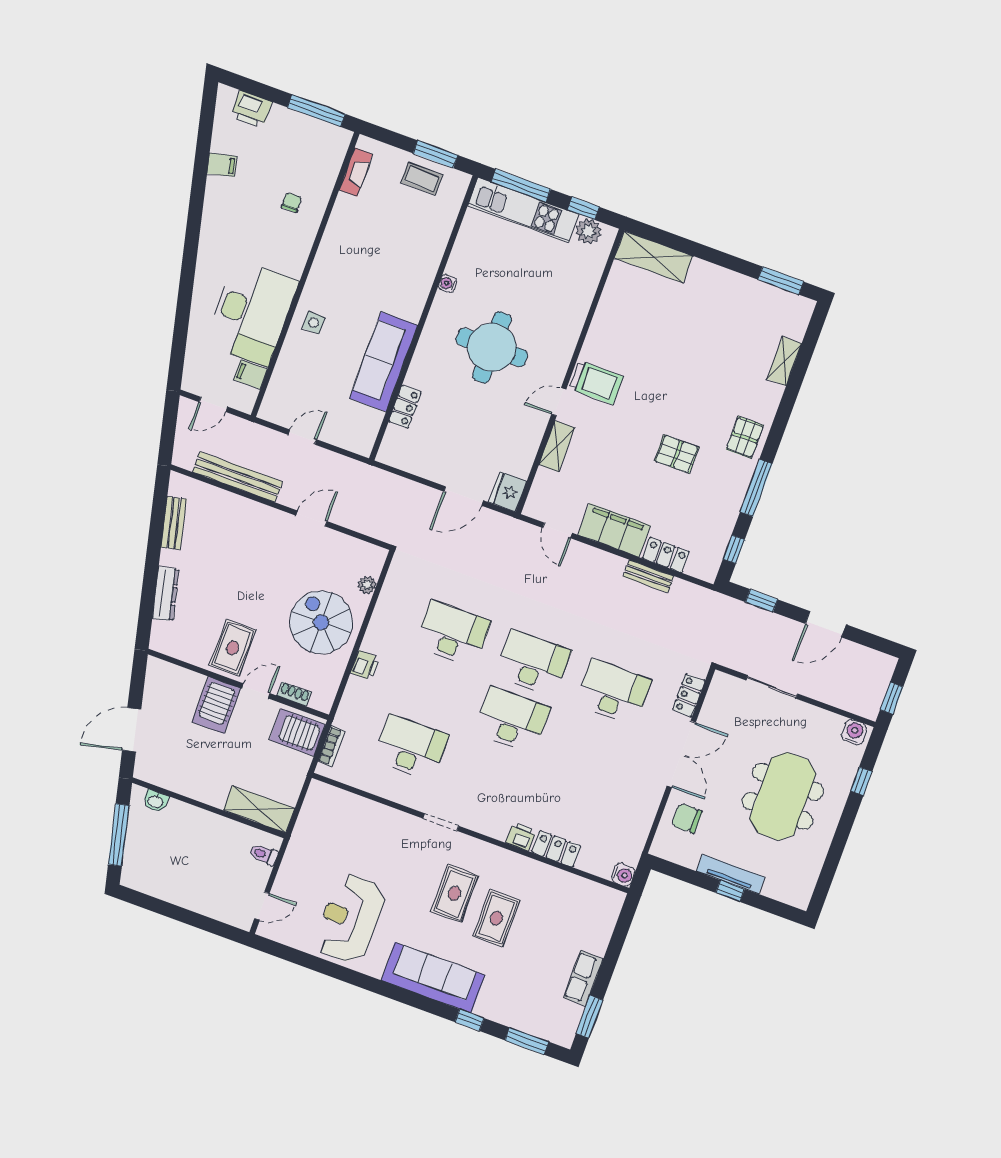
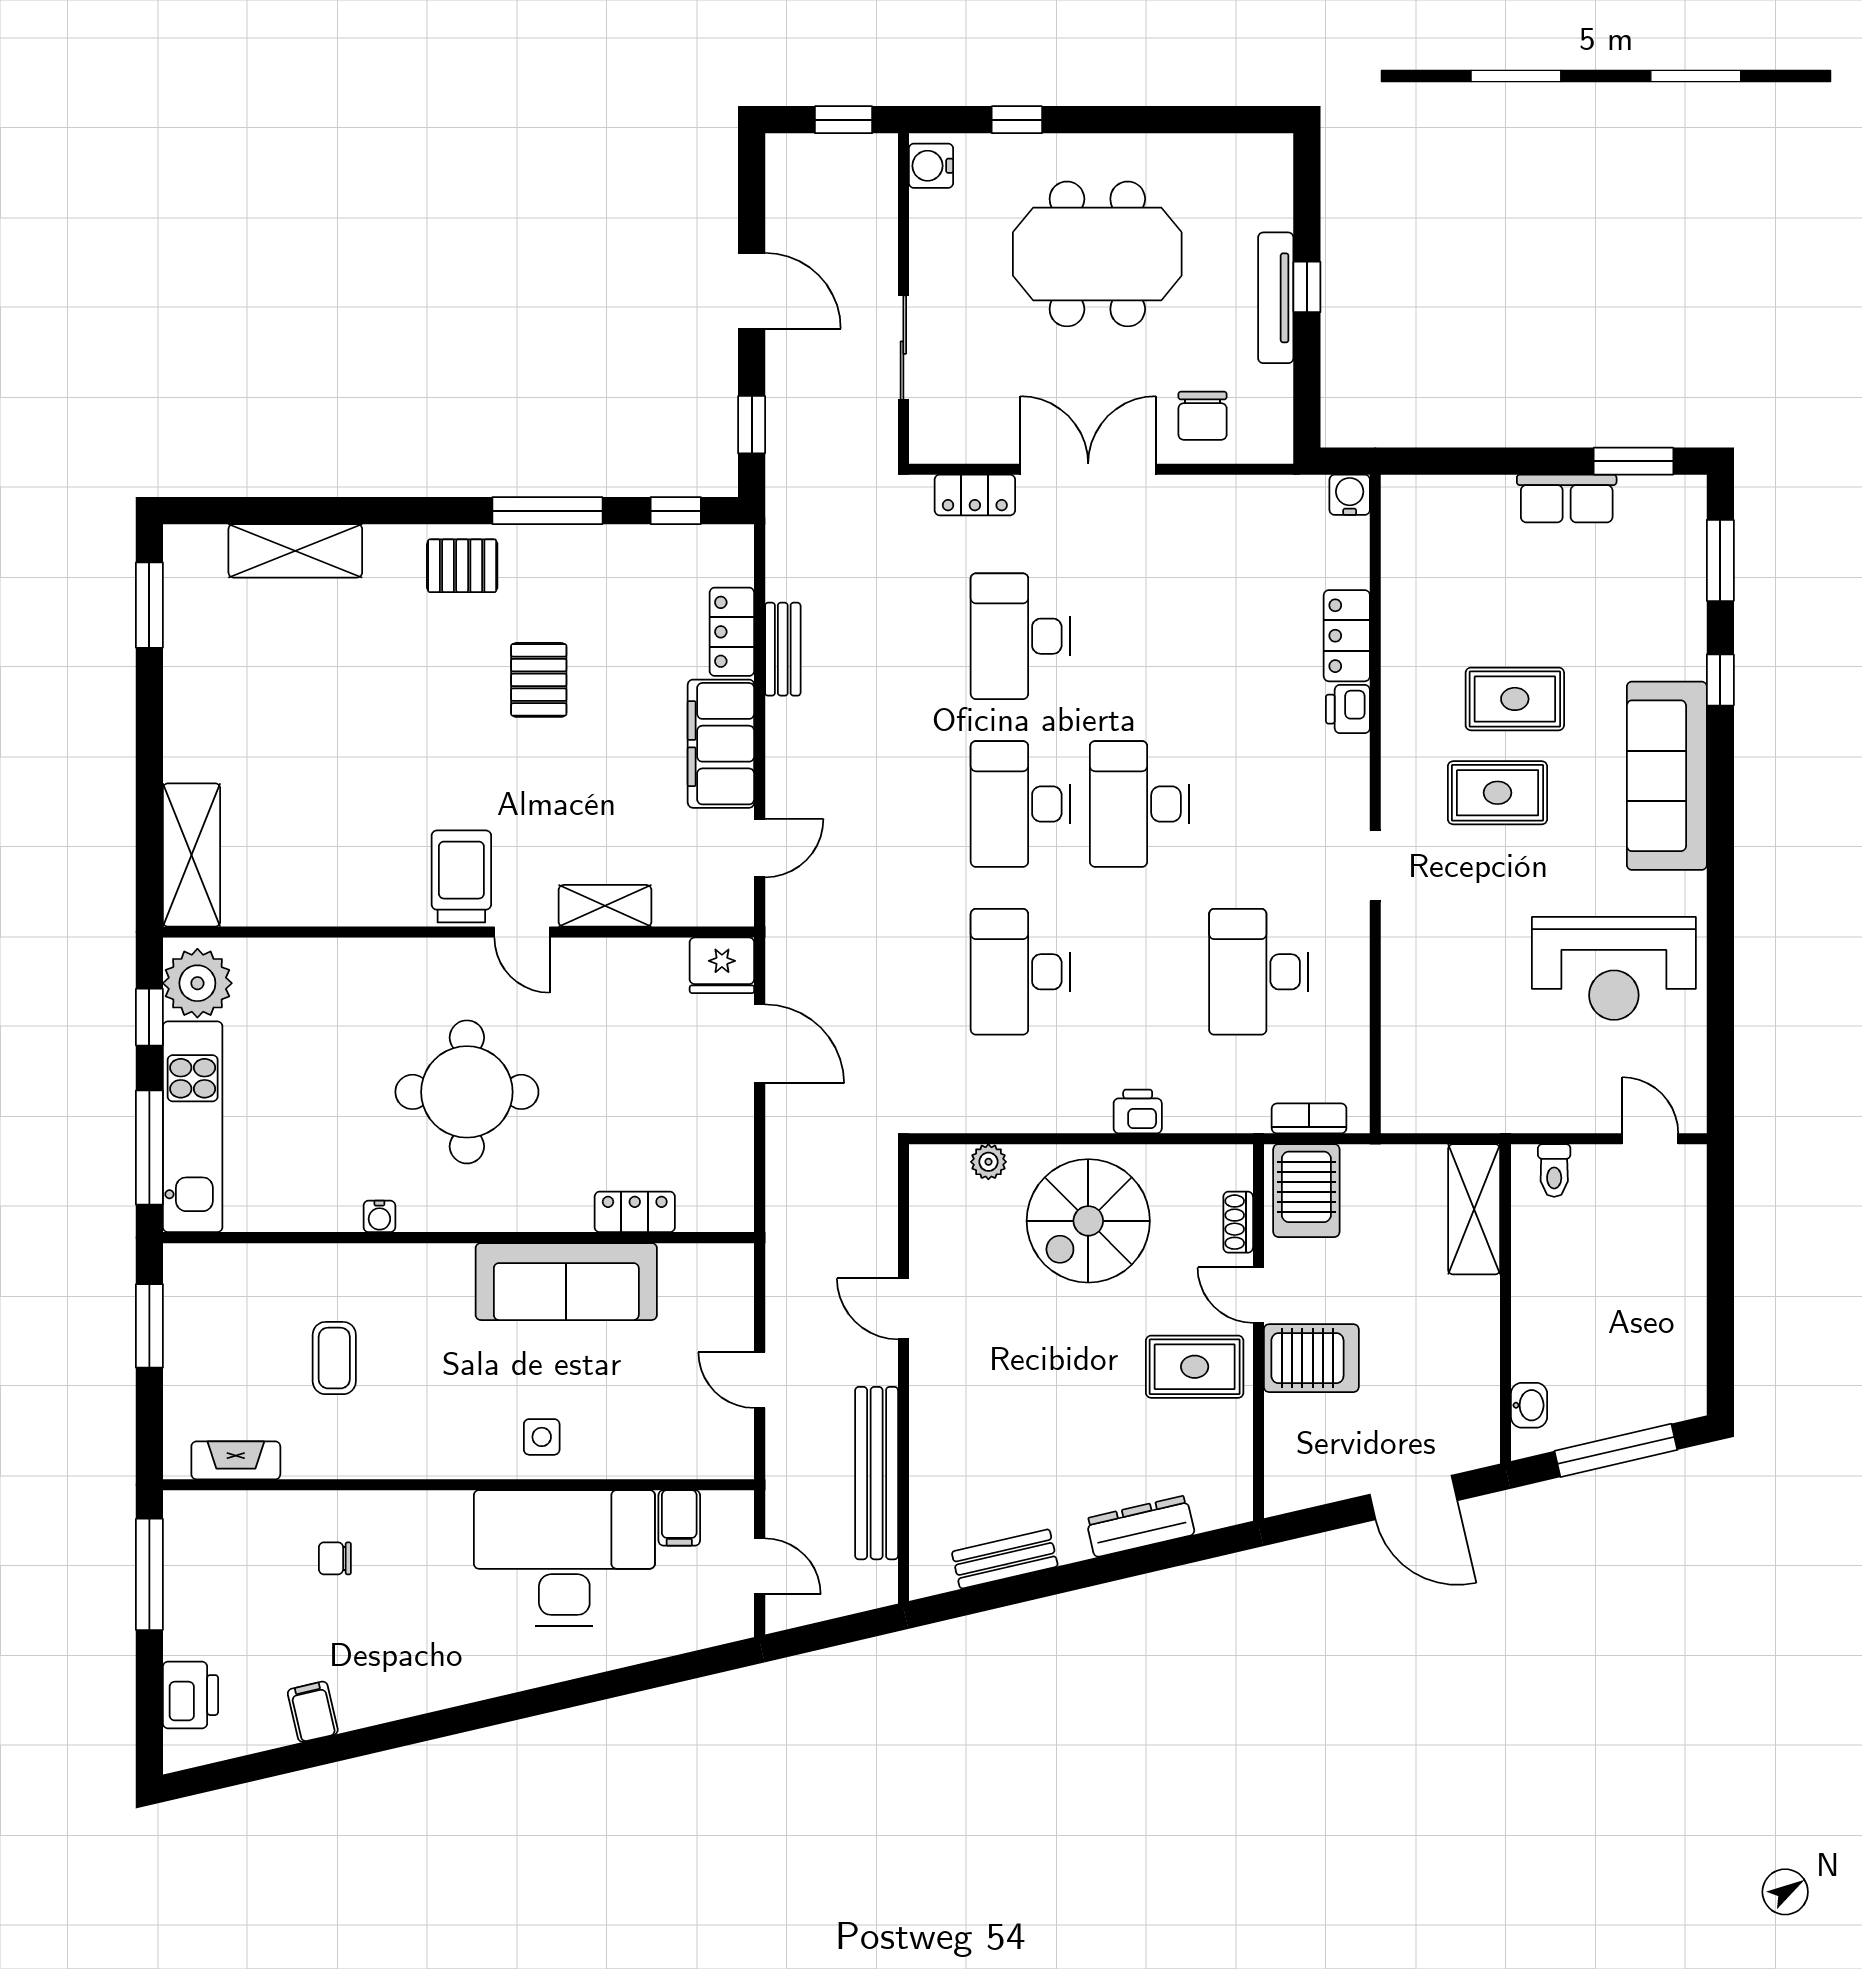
coffee table: (422, 179) -> (334, 1358), moved
plant: (588, 231) -> (197, 983), width x1.36, depth x1.36
shelving: (784, 361) -> (295, 551), width x1.50, depth x1.33

